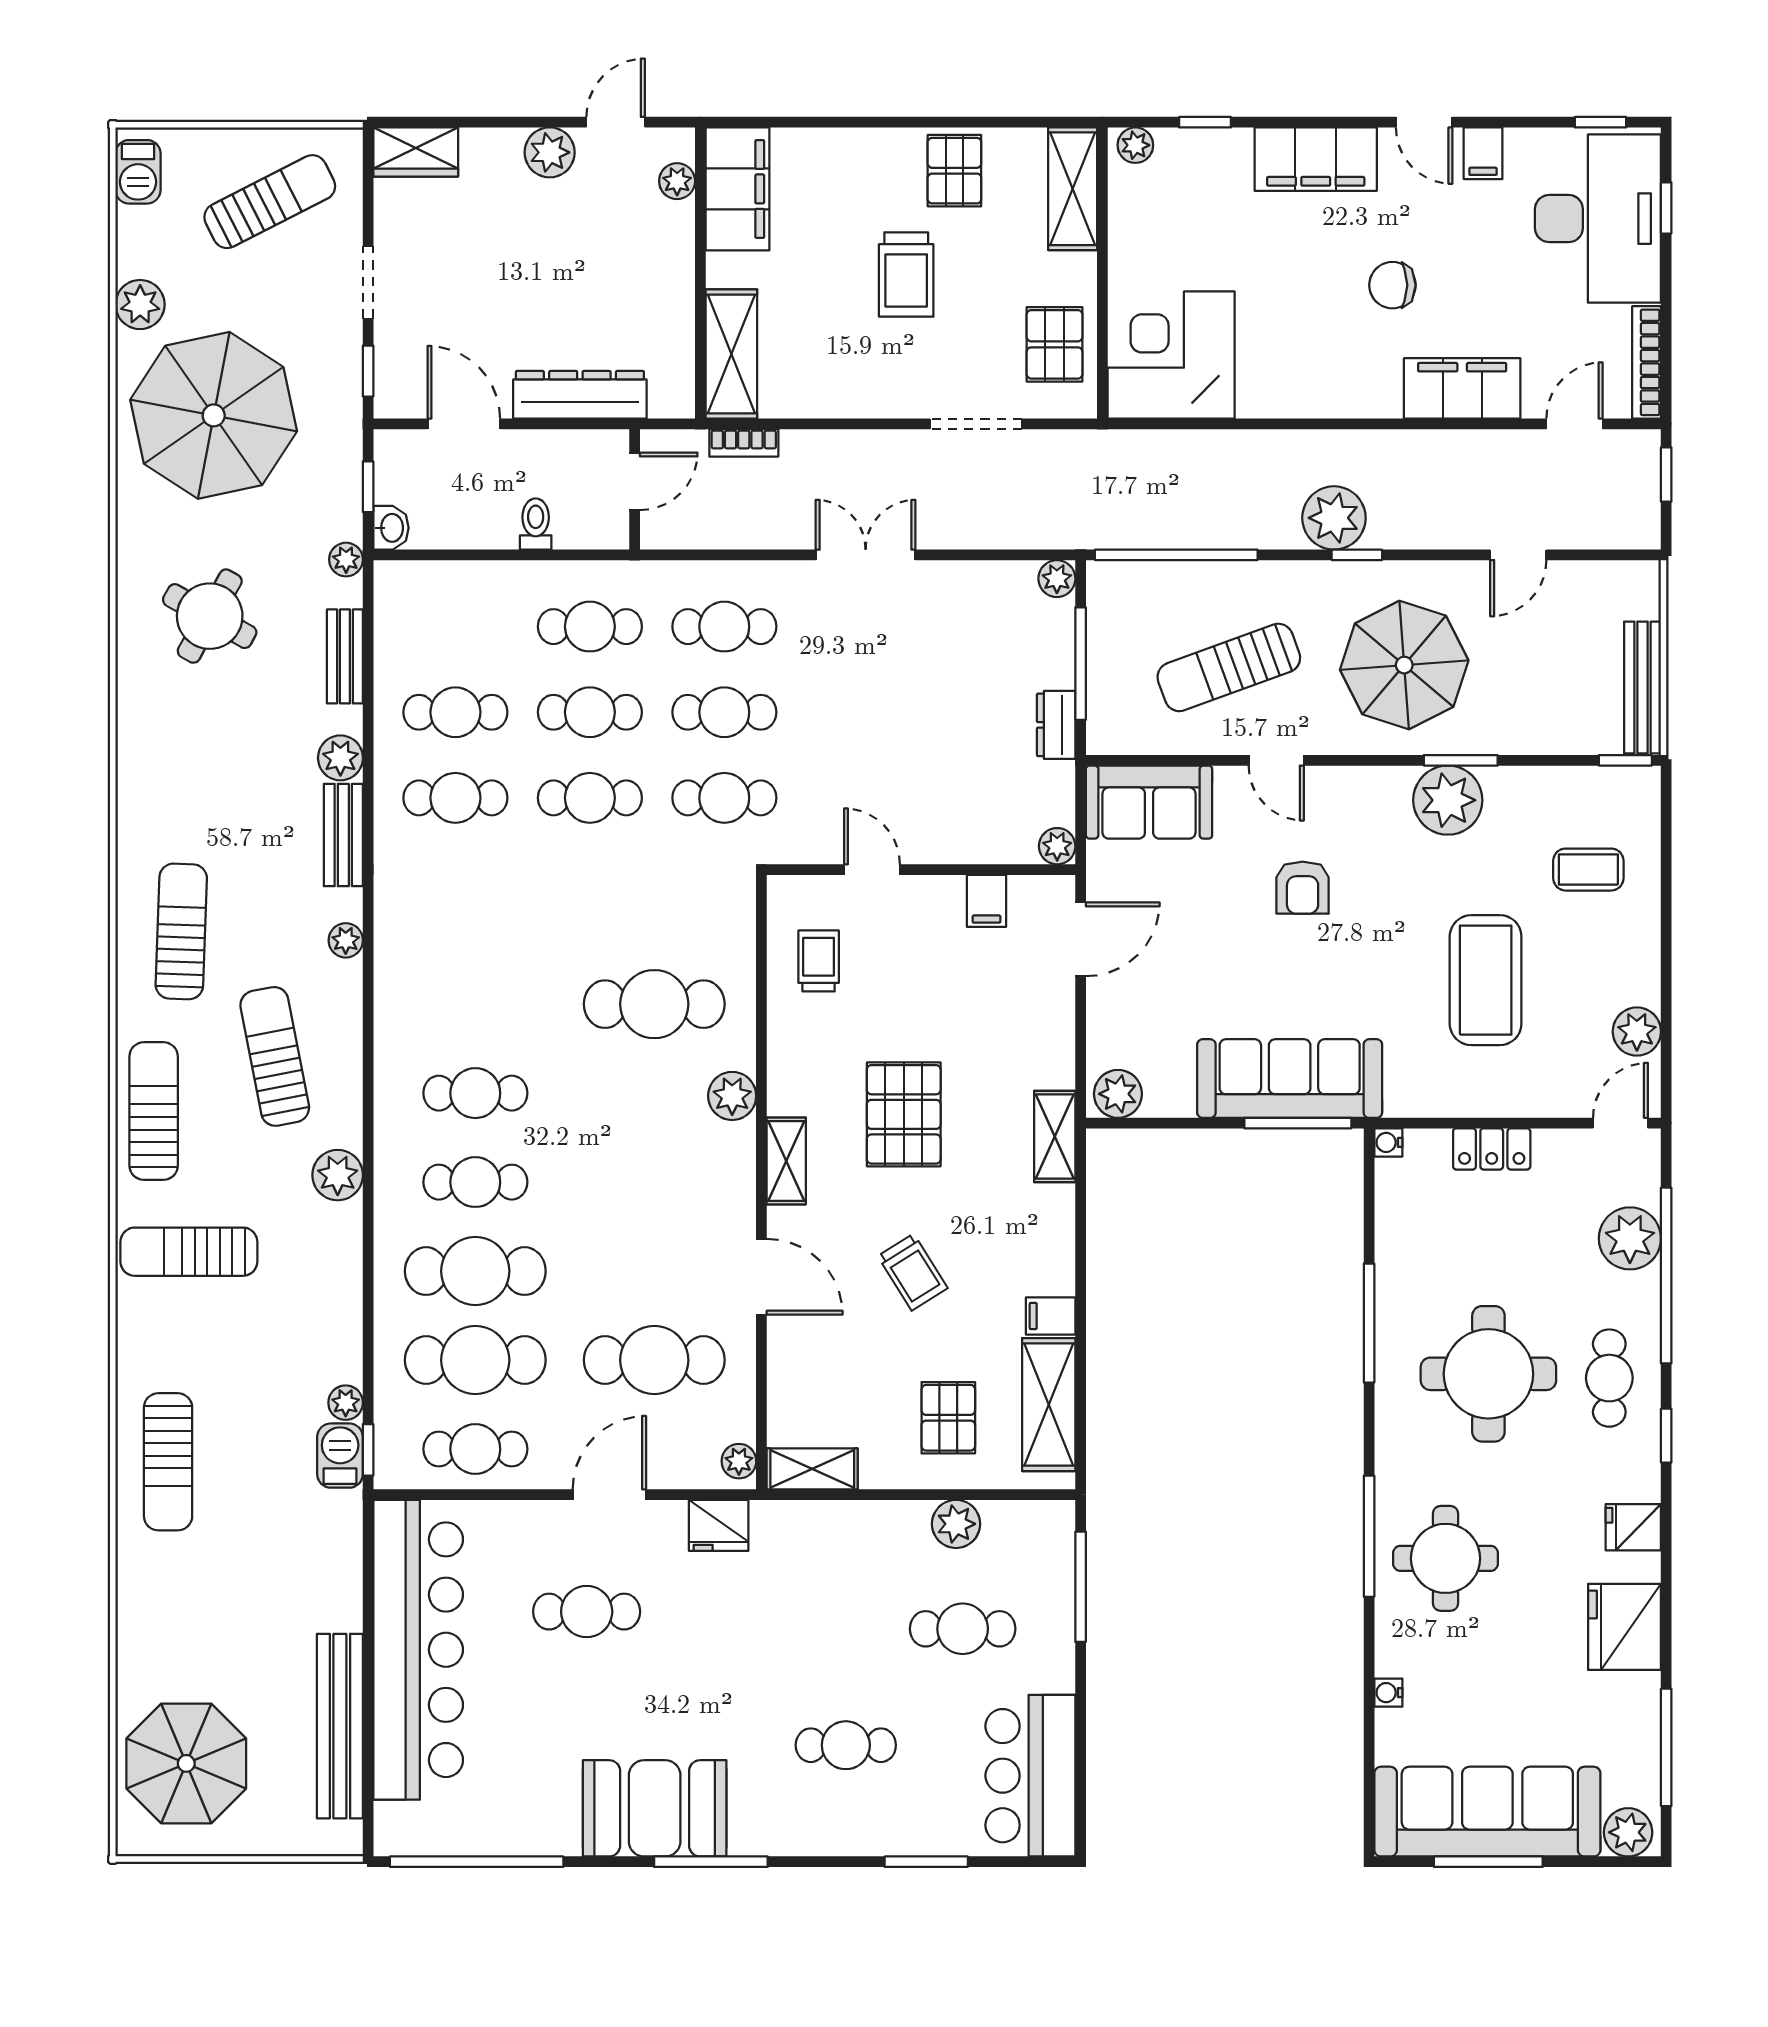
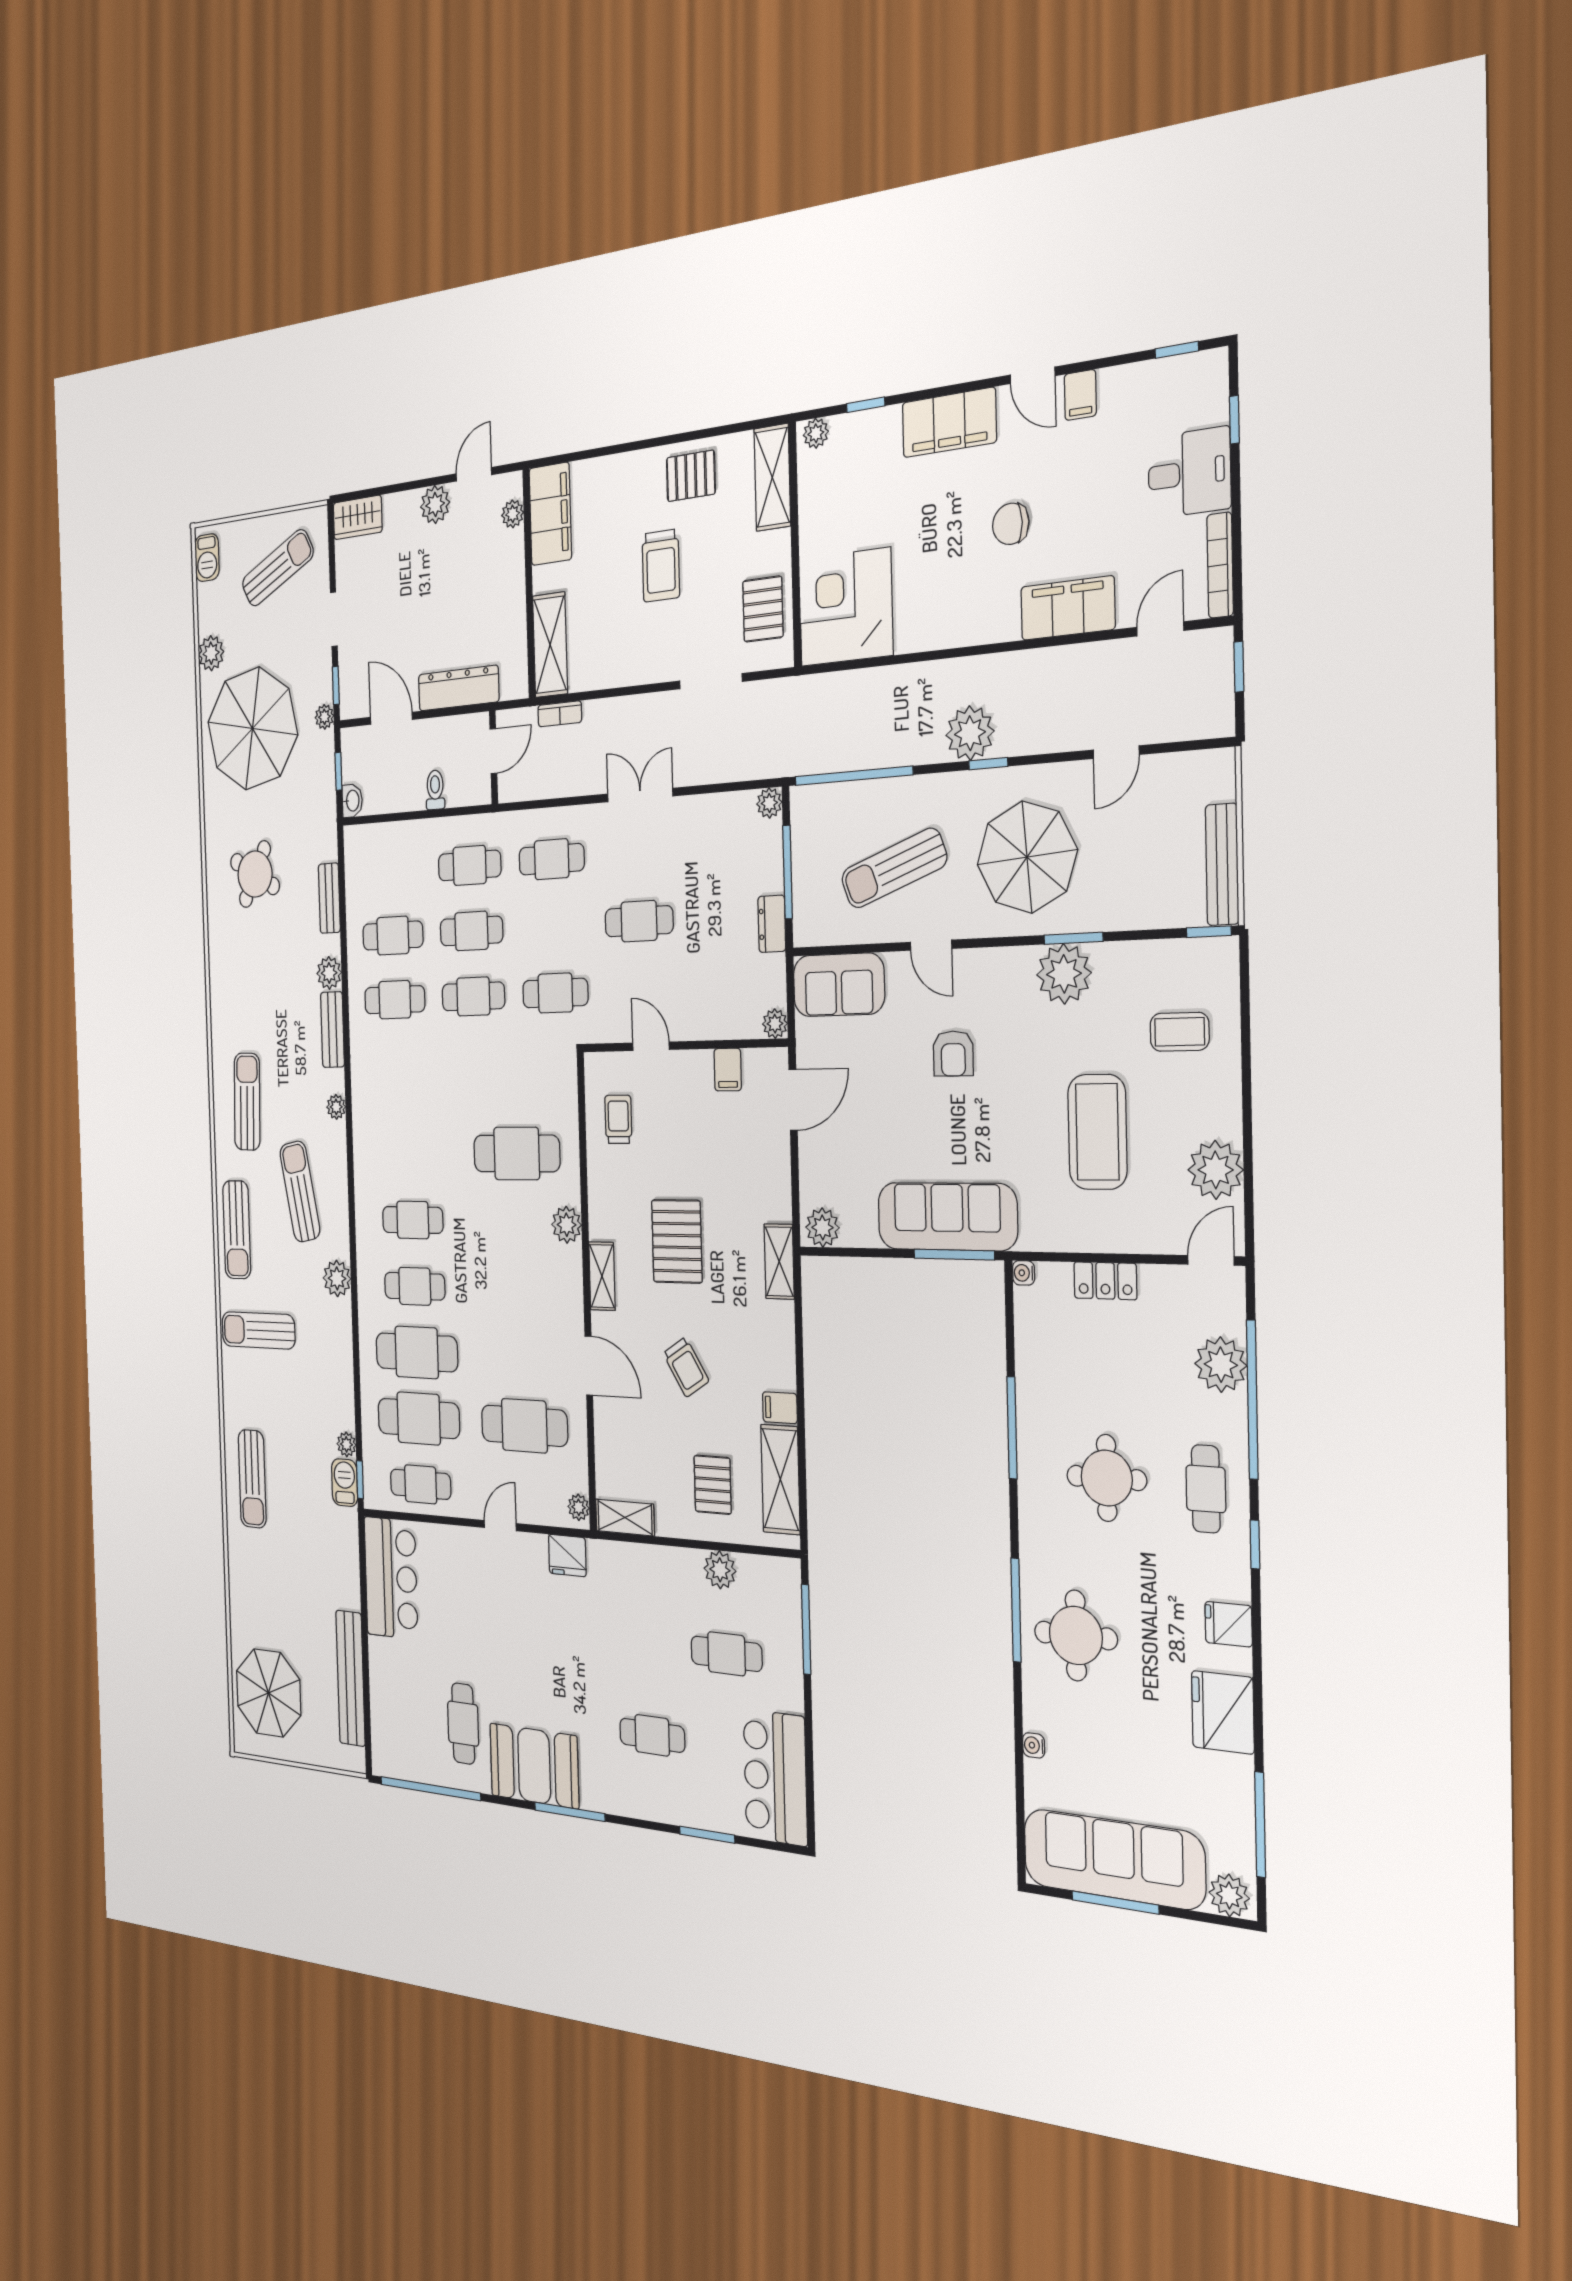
pallet: (954, 171) -> (691, 476), turned 90
desk: (1598, 219) -> (1189, 473), width x0.53, depth x0.77
plant: (346, 560) -> (324, 717), moved
cafe table: (724, 712) -> (639, 921), moved
plant: (1637, 1032) -> (1216, 1170), width x1.36, depth x1.36
sun lounger: (154, 1111) -> (237, 1230), turned 180
round table: (1488, 1374) -> (1107, 1478), width x0.73, depth x0.73
door: (609, 1495) -> (500, 1526), width x0.73
cafe table: (587, 1612) -> (463, 1724), moved, turned 90
bar counter: (418, 1650) -> (391, 1578), width x0.54

